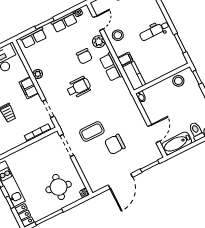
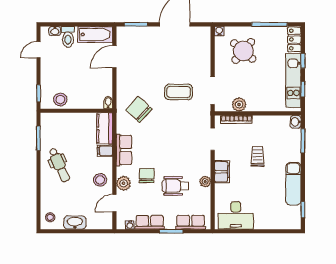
dental chair: (154, 31) -> (59, 165), turned 66
wheelchair: (79, 87) -> (175, 186), moved
chair: (115, 144) -> (139, 109), moved, turned -137
plant: (41, 145) -> (239, 104), added
round table: (59, 187) -> (243, 51), turned 30

